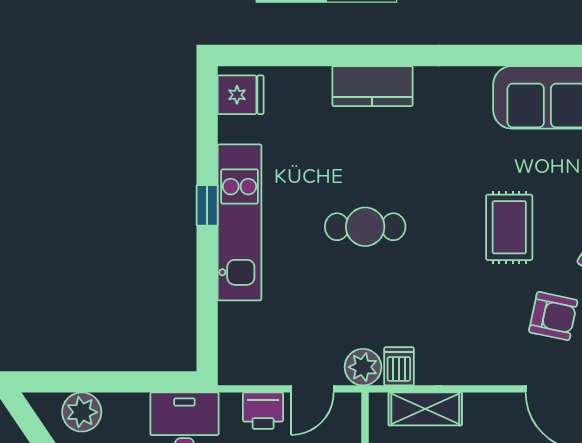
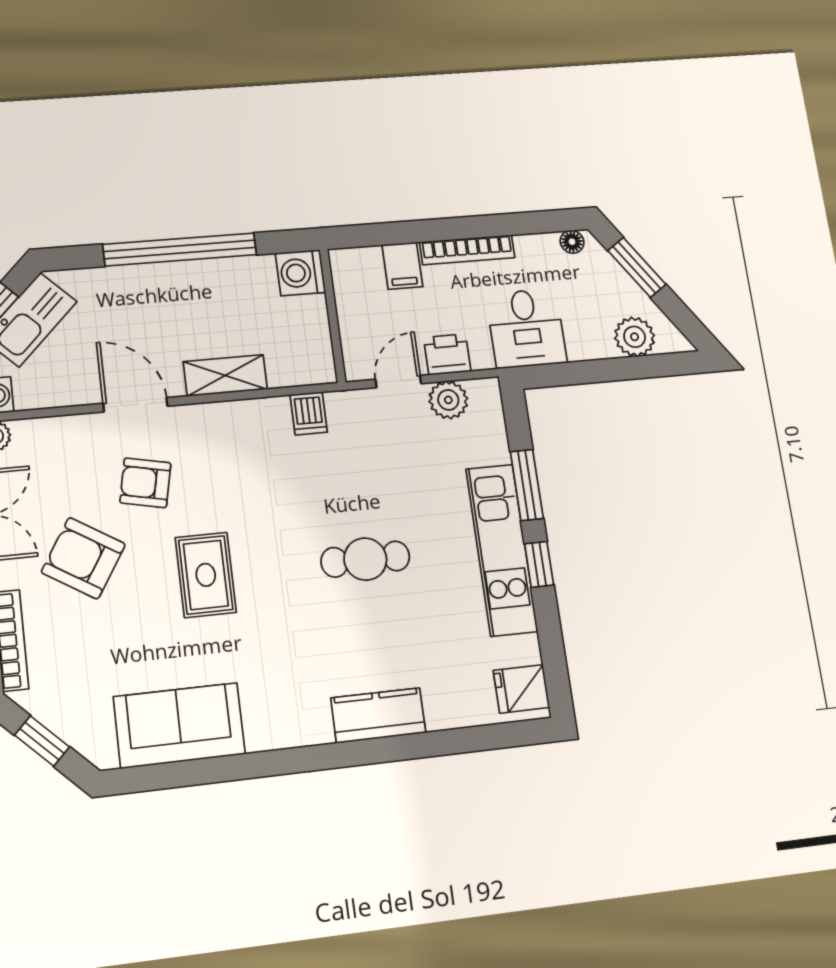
window: (207, 280) -> (527, 485), added
plant: (363, 367) -> (448, 400), moved
shelving: (425, 409) -> (225, 375), moved

